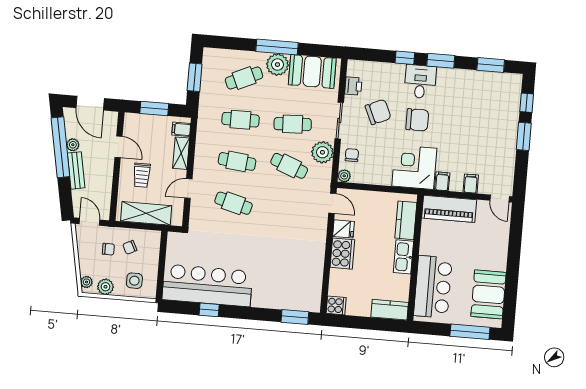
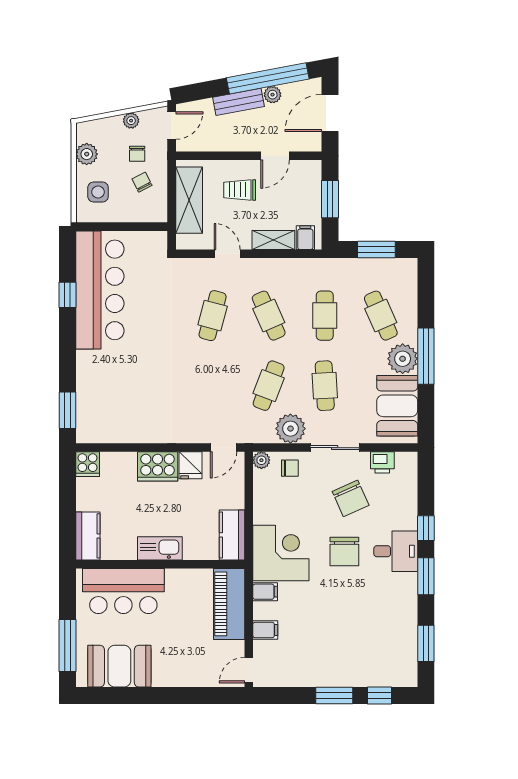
cafe table: (237, 161) -> (269, 316), turned -30
kitchen counter: (406, 220) -> (232, 535), moved, turned -90
plant: (86, 282) -> (131, 121), moved

